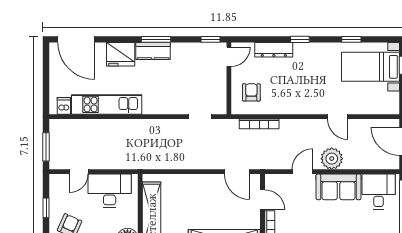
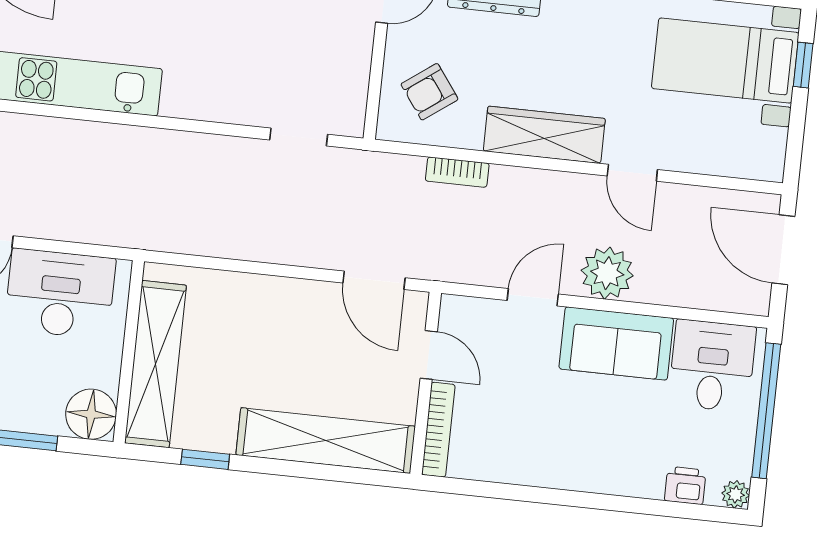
armchair: (251, 92) -> (430, 92), turned -126
wardrobe: (300, 105) -> (544, 135), added
bookcase: (259, 124) -> (457, 172), width x0.64

